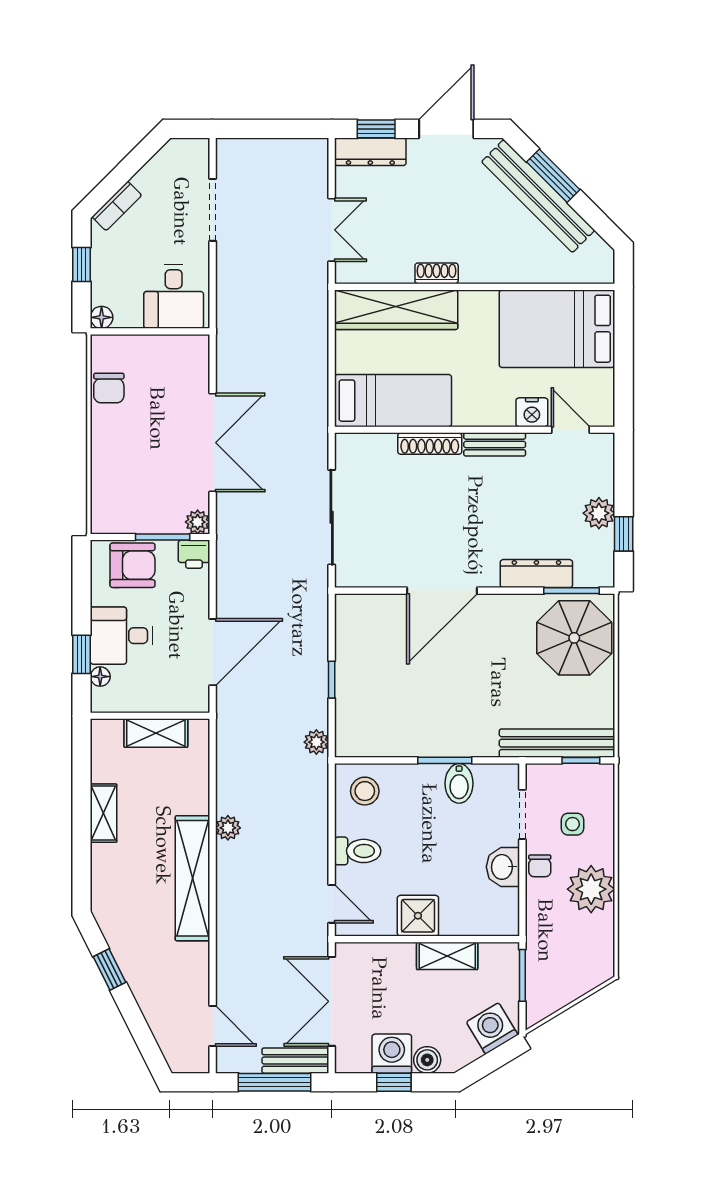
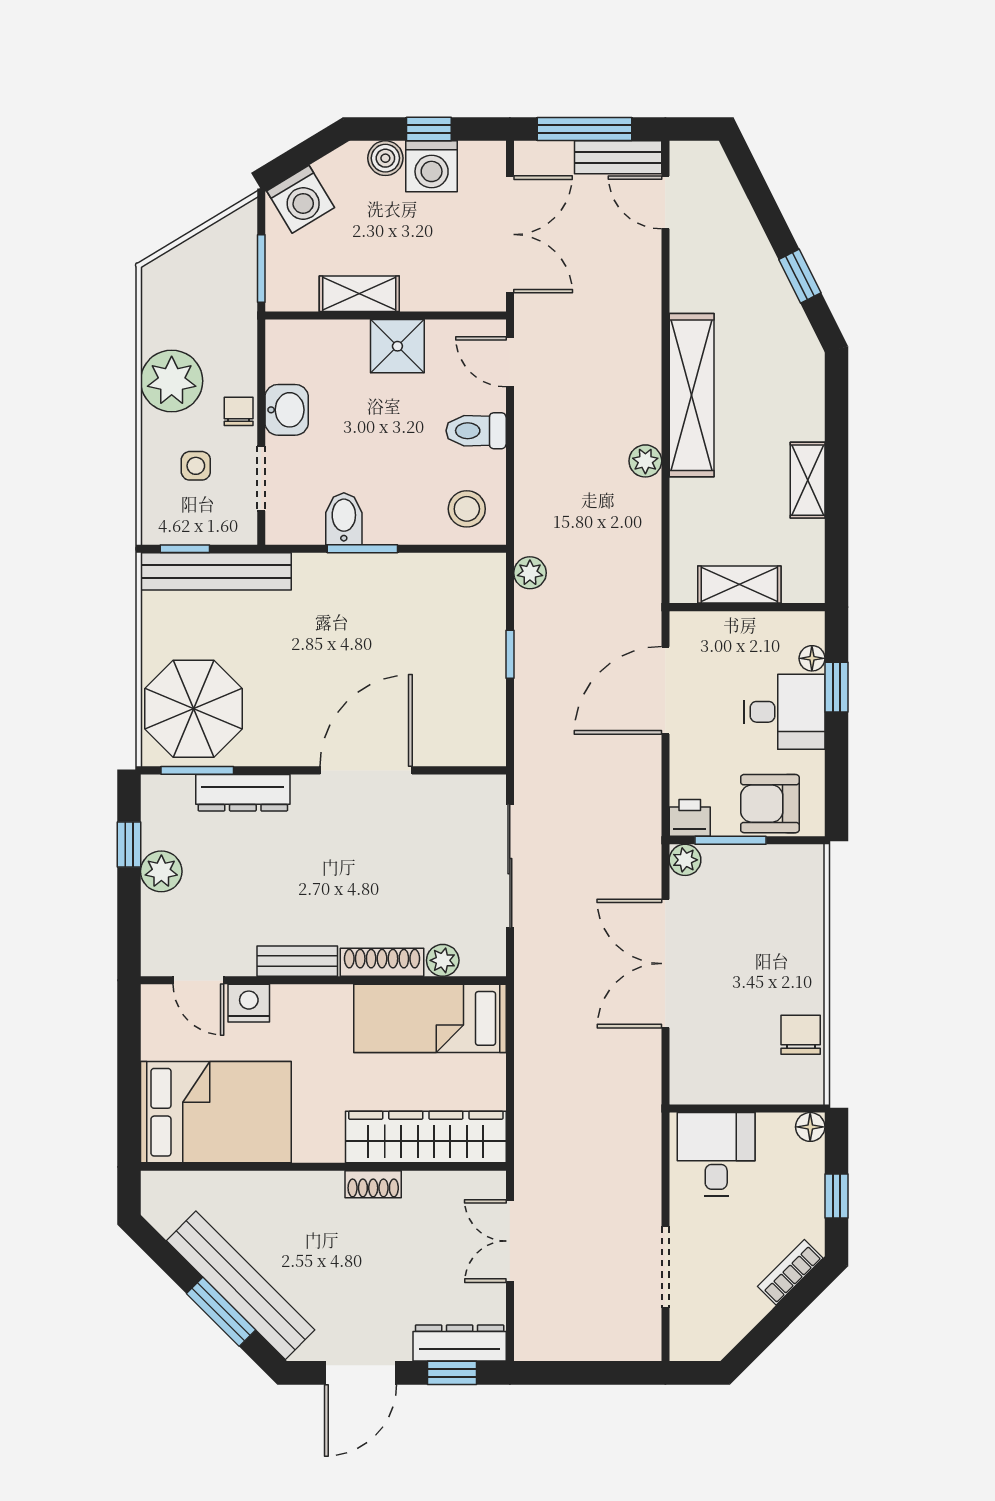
plant: (383, 445) -> (443, 960), added
bench: (295, 1061) -> (618, 157), moved

